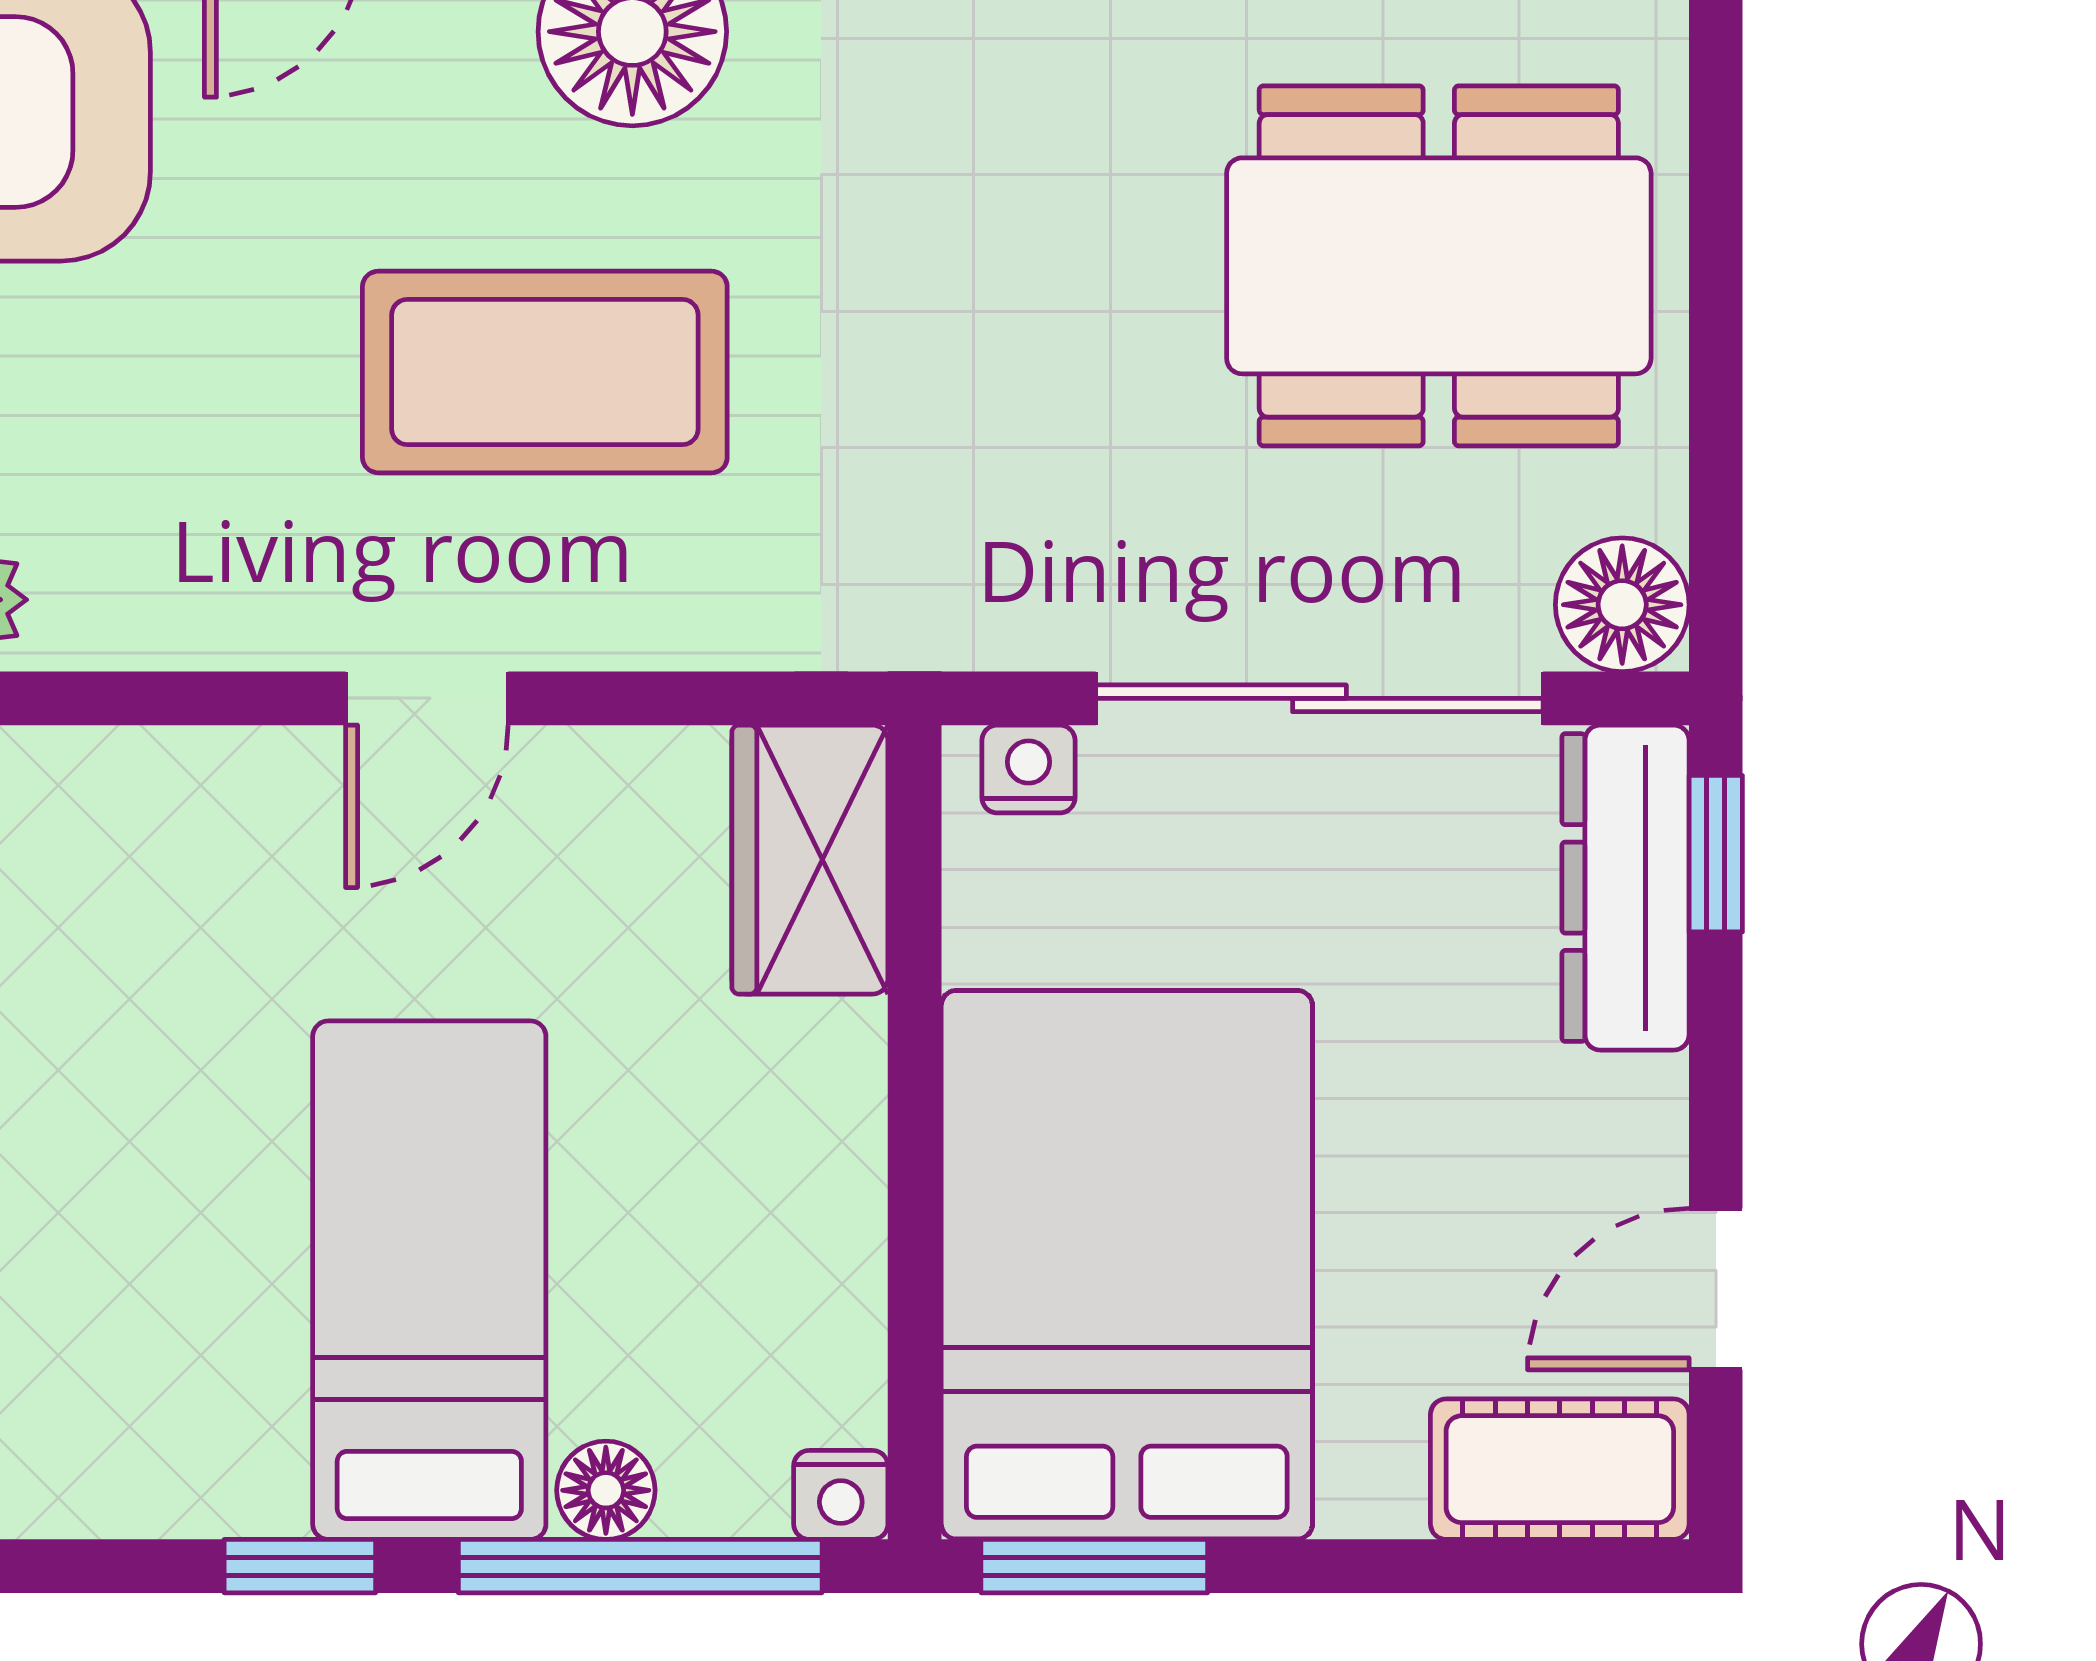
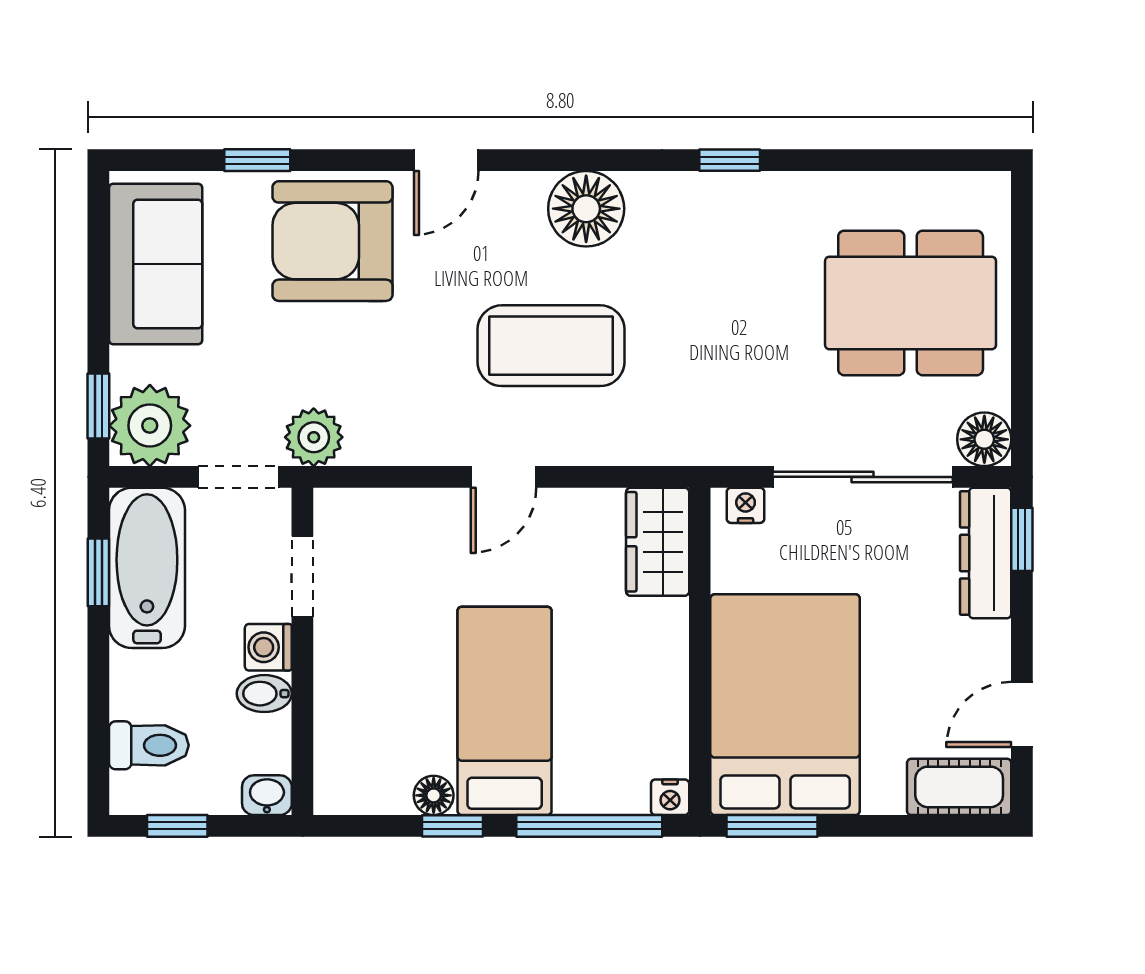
floor lamp: (606, 1490) -> (434, 795), moved

